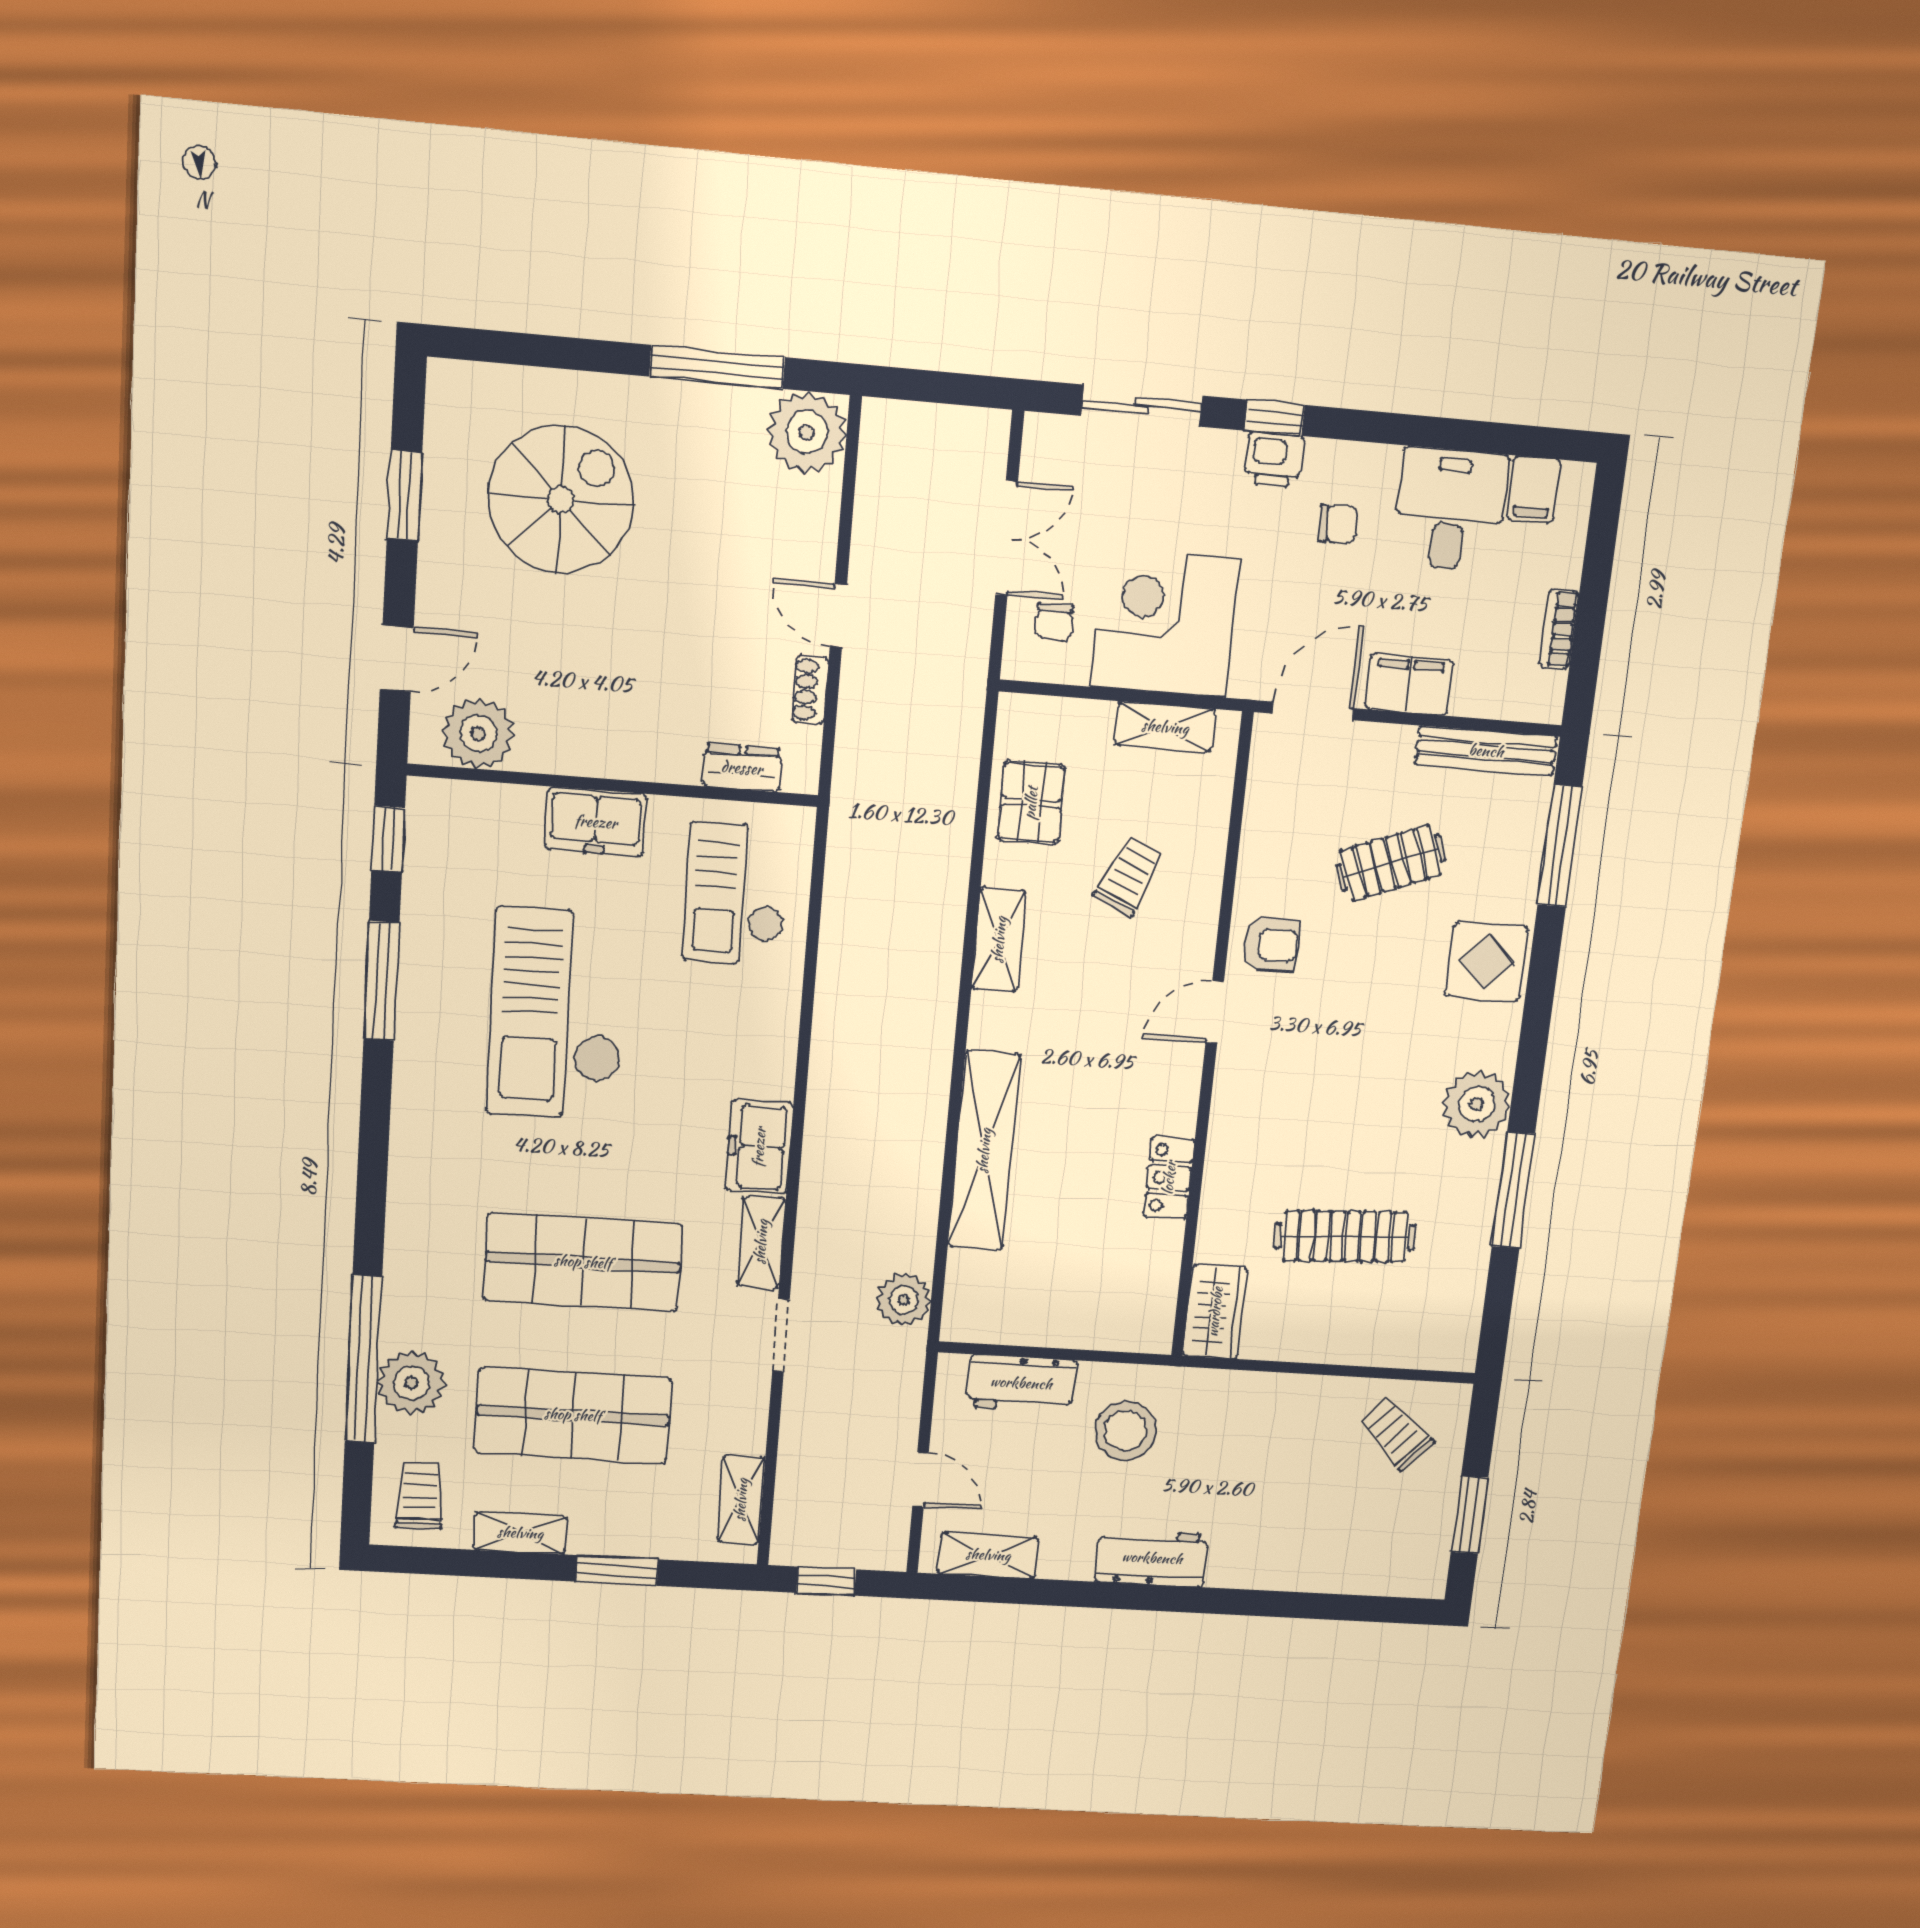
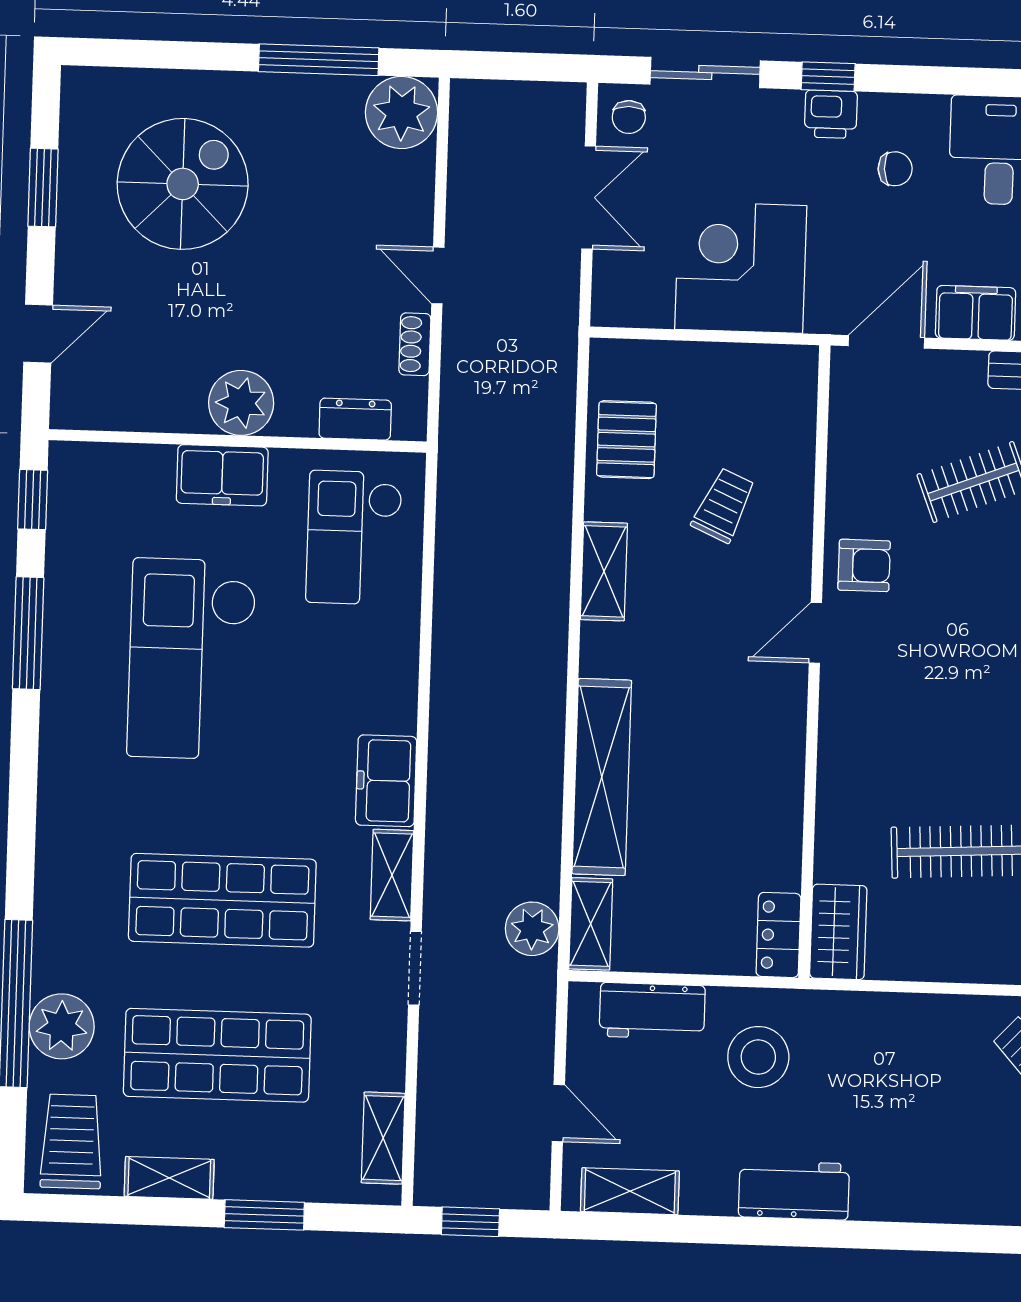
chair: (1054, 622) -> (629, 117), moved
shelving: (1165, 727) -> (591, 924), moved, turned 90
plant: (478, 734) -> (241, 403), moved
locker: (1169, 1178) -> (778, 935), moved
trolley: (420, 1496) -> (72, 1141), width x1.36, depth x1.39

